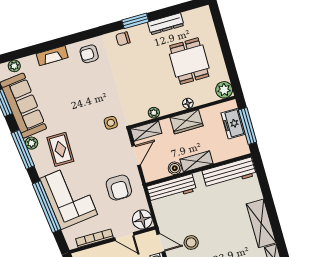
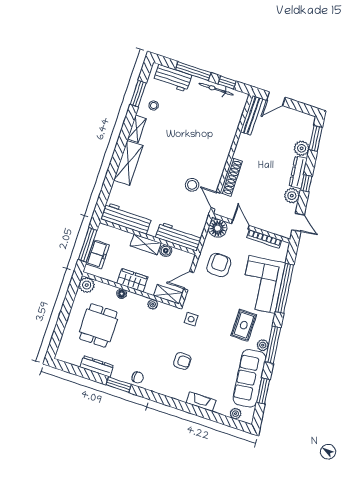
armchair: (89, 54) -> (182, 361), moved

